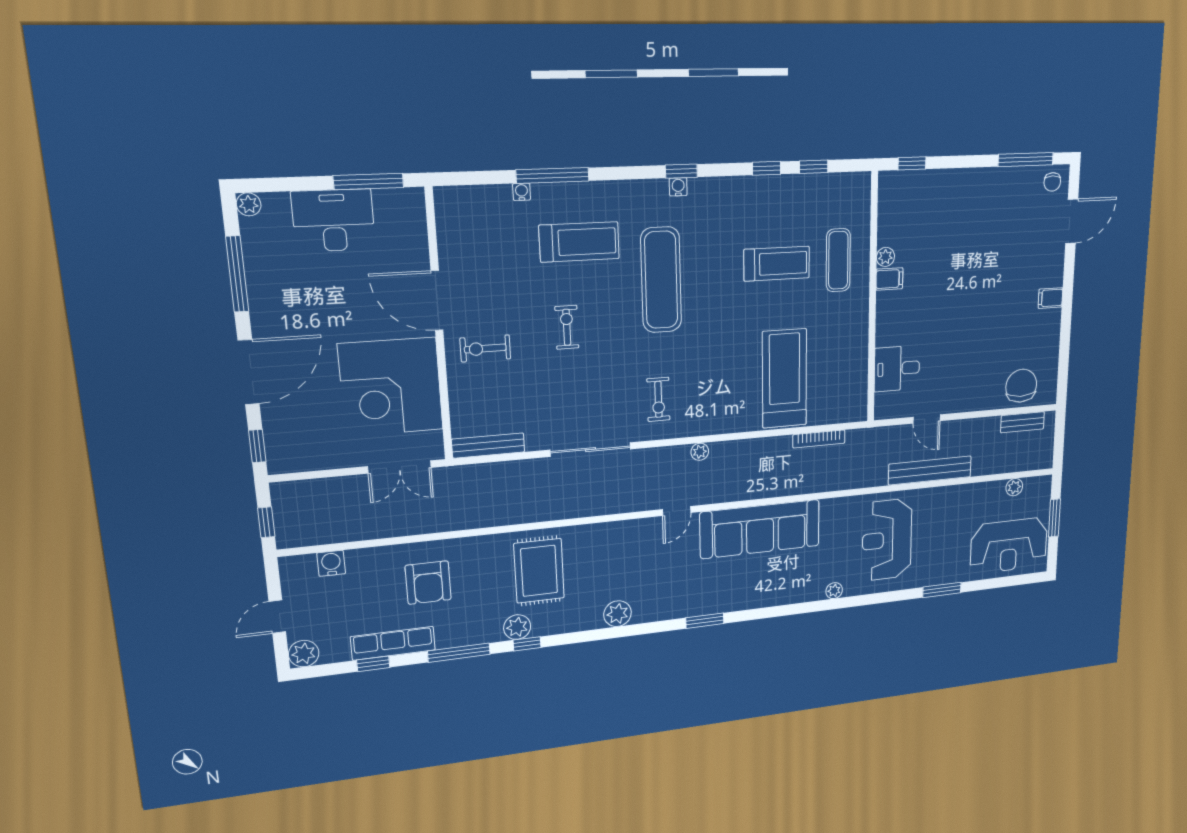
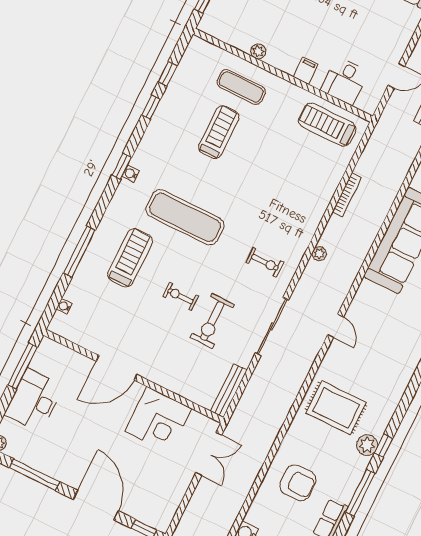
water cooler: (522, 192) -> (64, 306), moved
filing cabinet: (889, 279) -> (306, 71), moved
exercise bike: (485, 348) -> (212, 321), moved, width x1.38, depth x1.39
treadmill: (785, 378) -> (327, 125), moved, width x0.73, depth x0.73
corner desk: (391, 387) -> (158, 420), width x0.74, depth x0.74
bookcase: (819, 439) -> (347, 195), moved
door: (677, 511) -> (336, 326), moved
plant: (618, 614) -> (402, 373), removed

